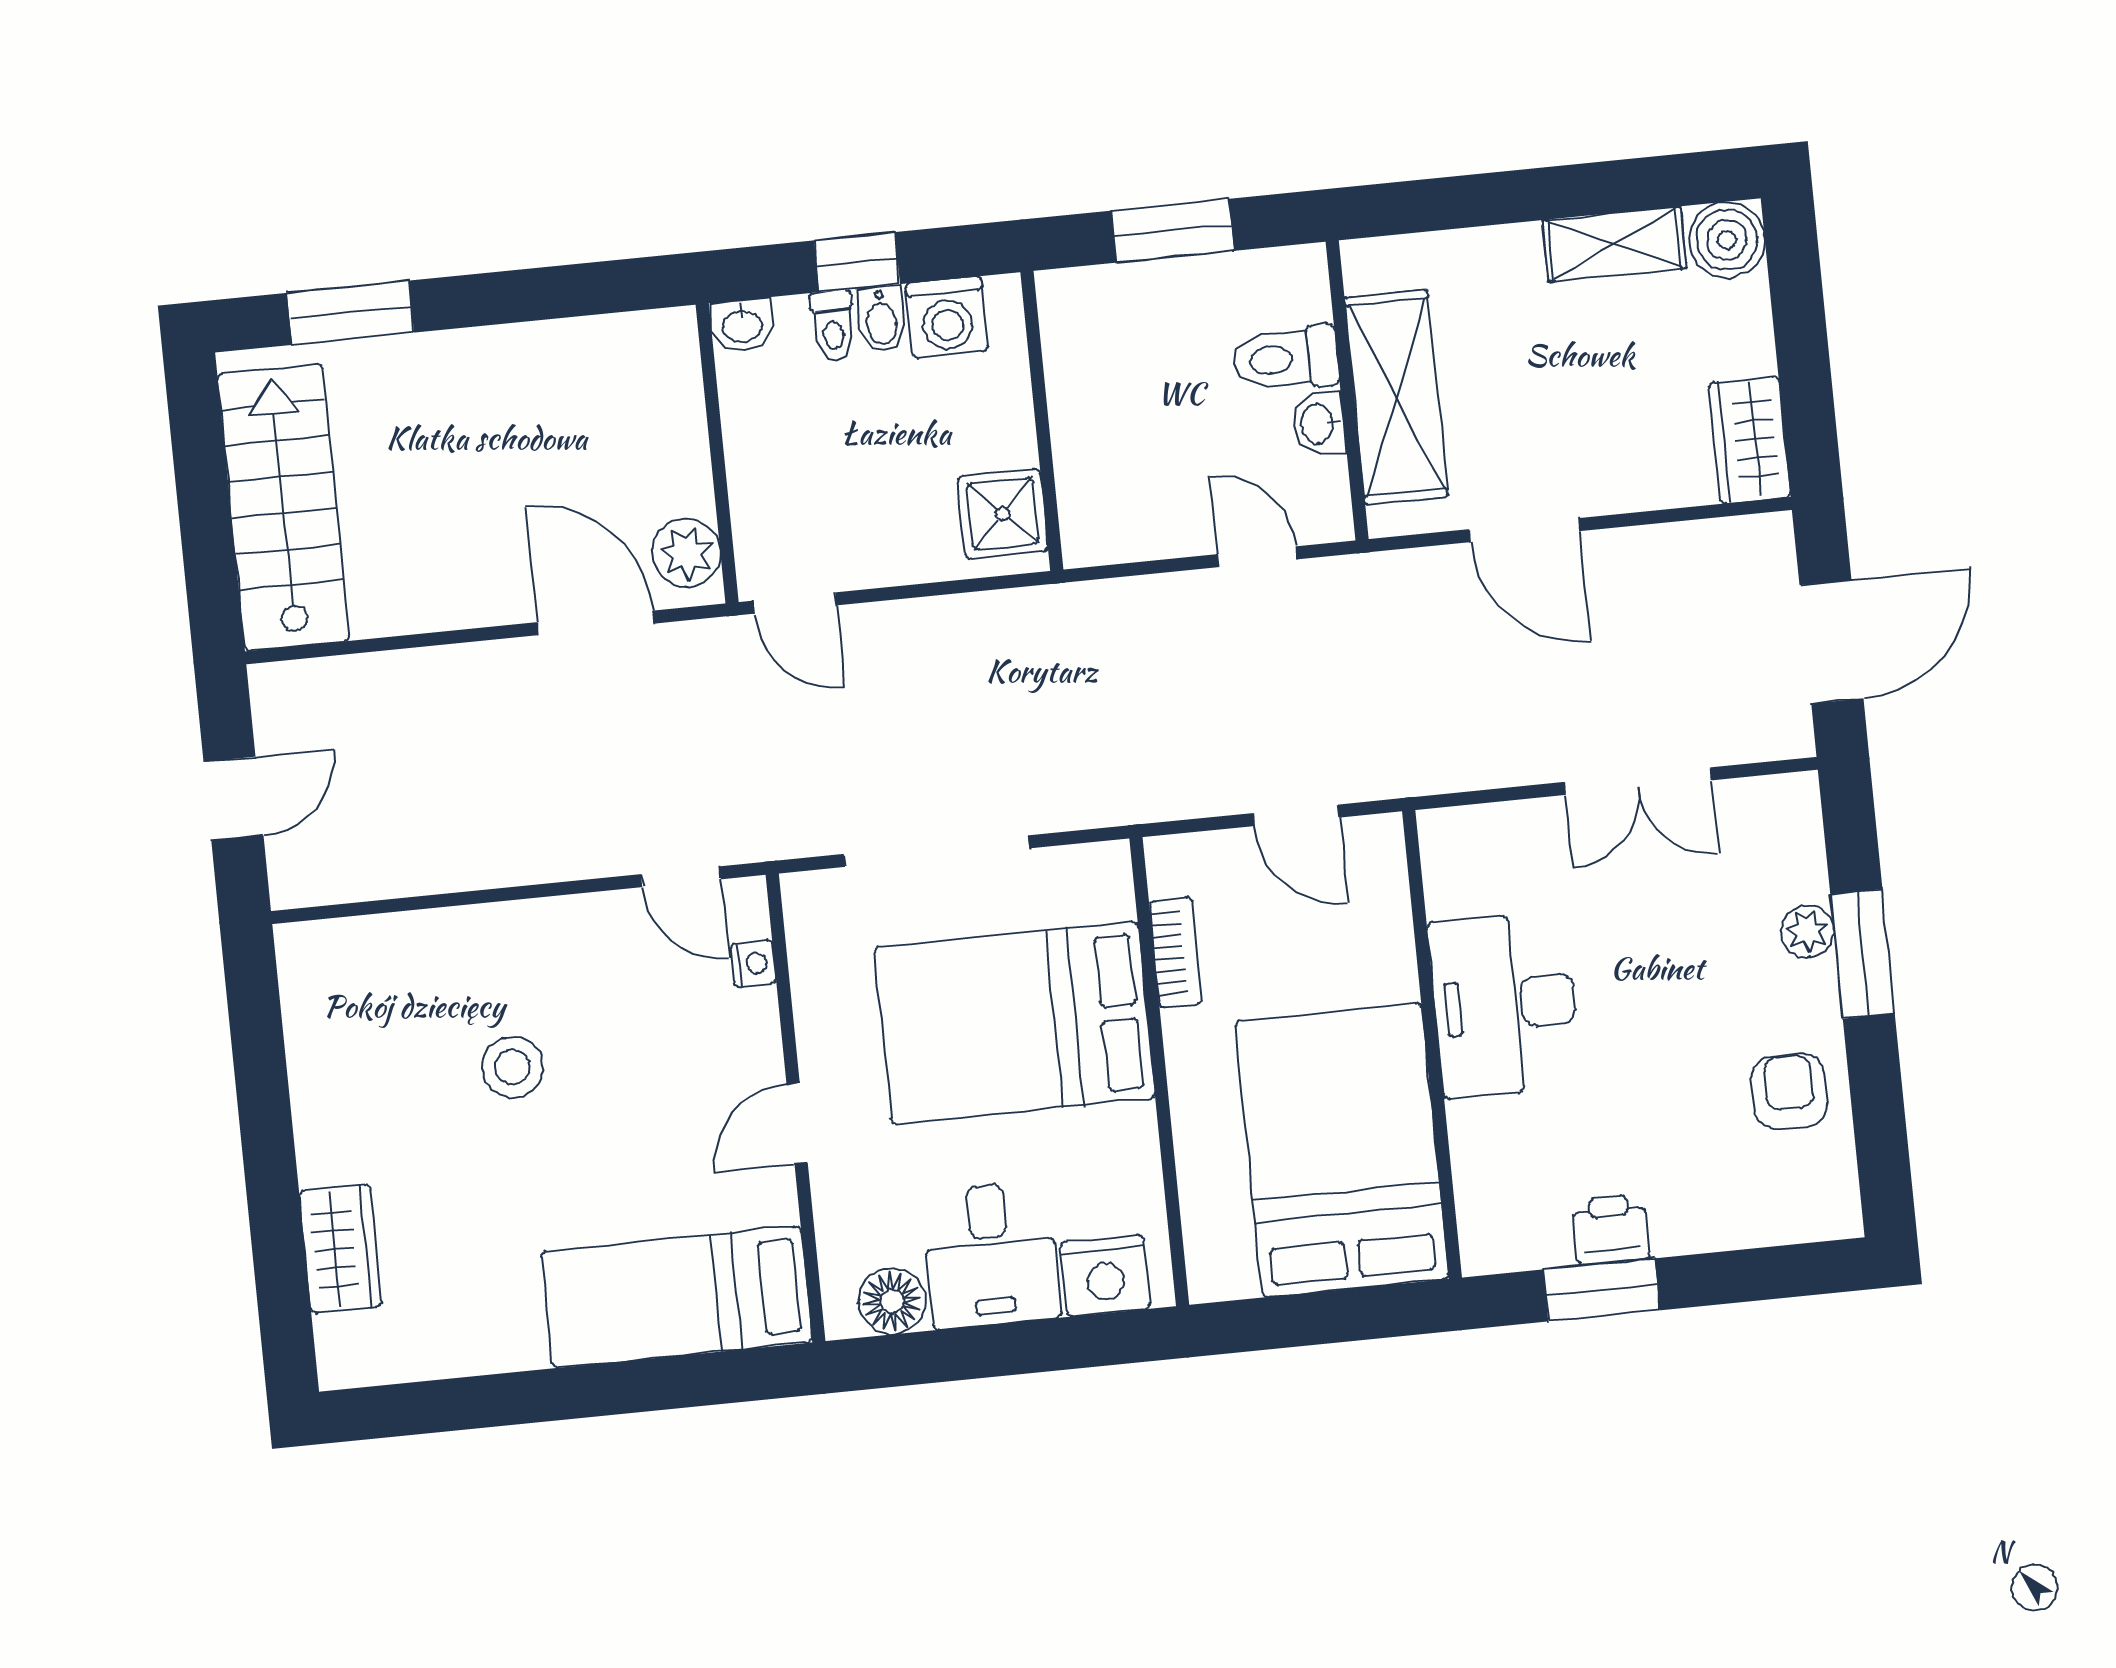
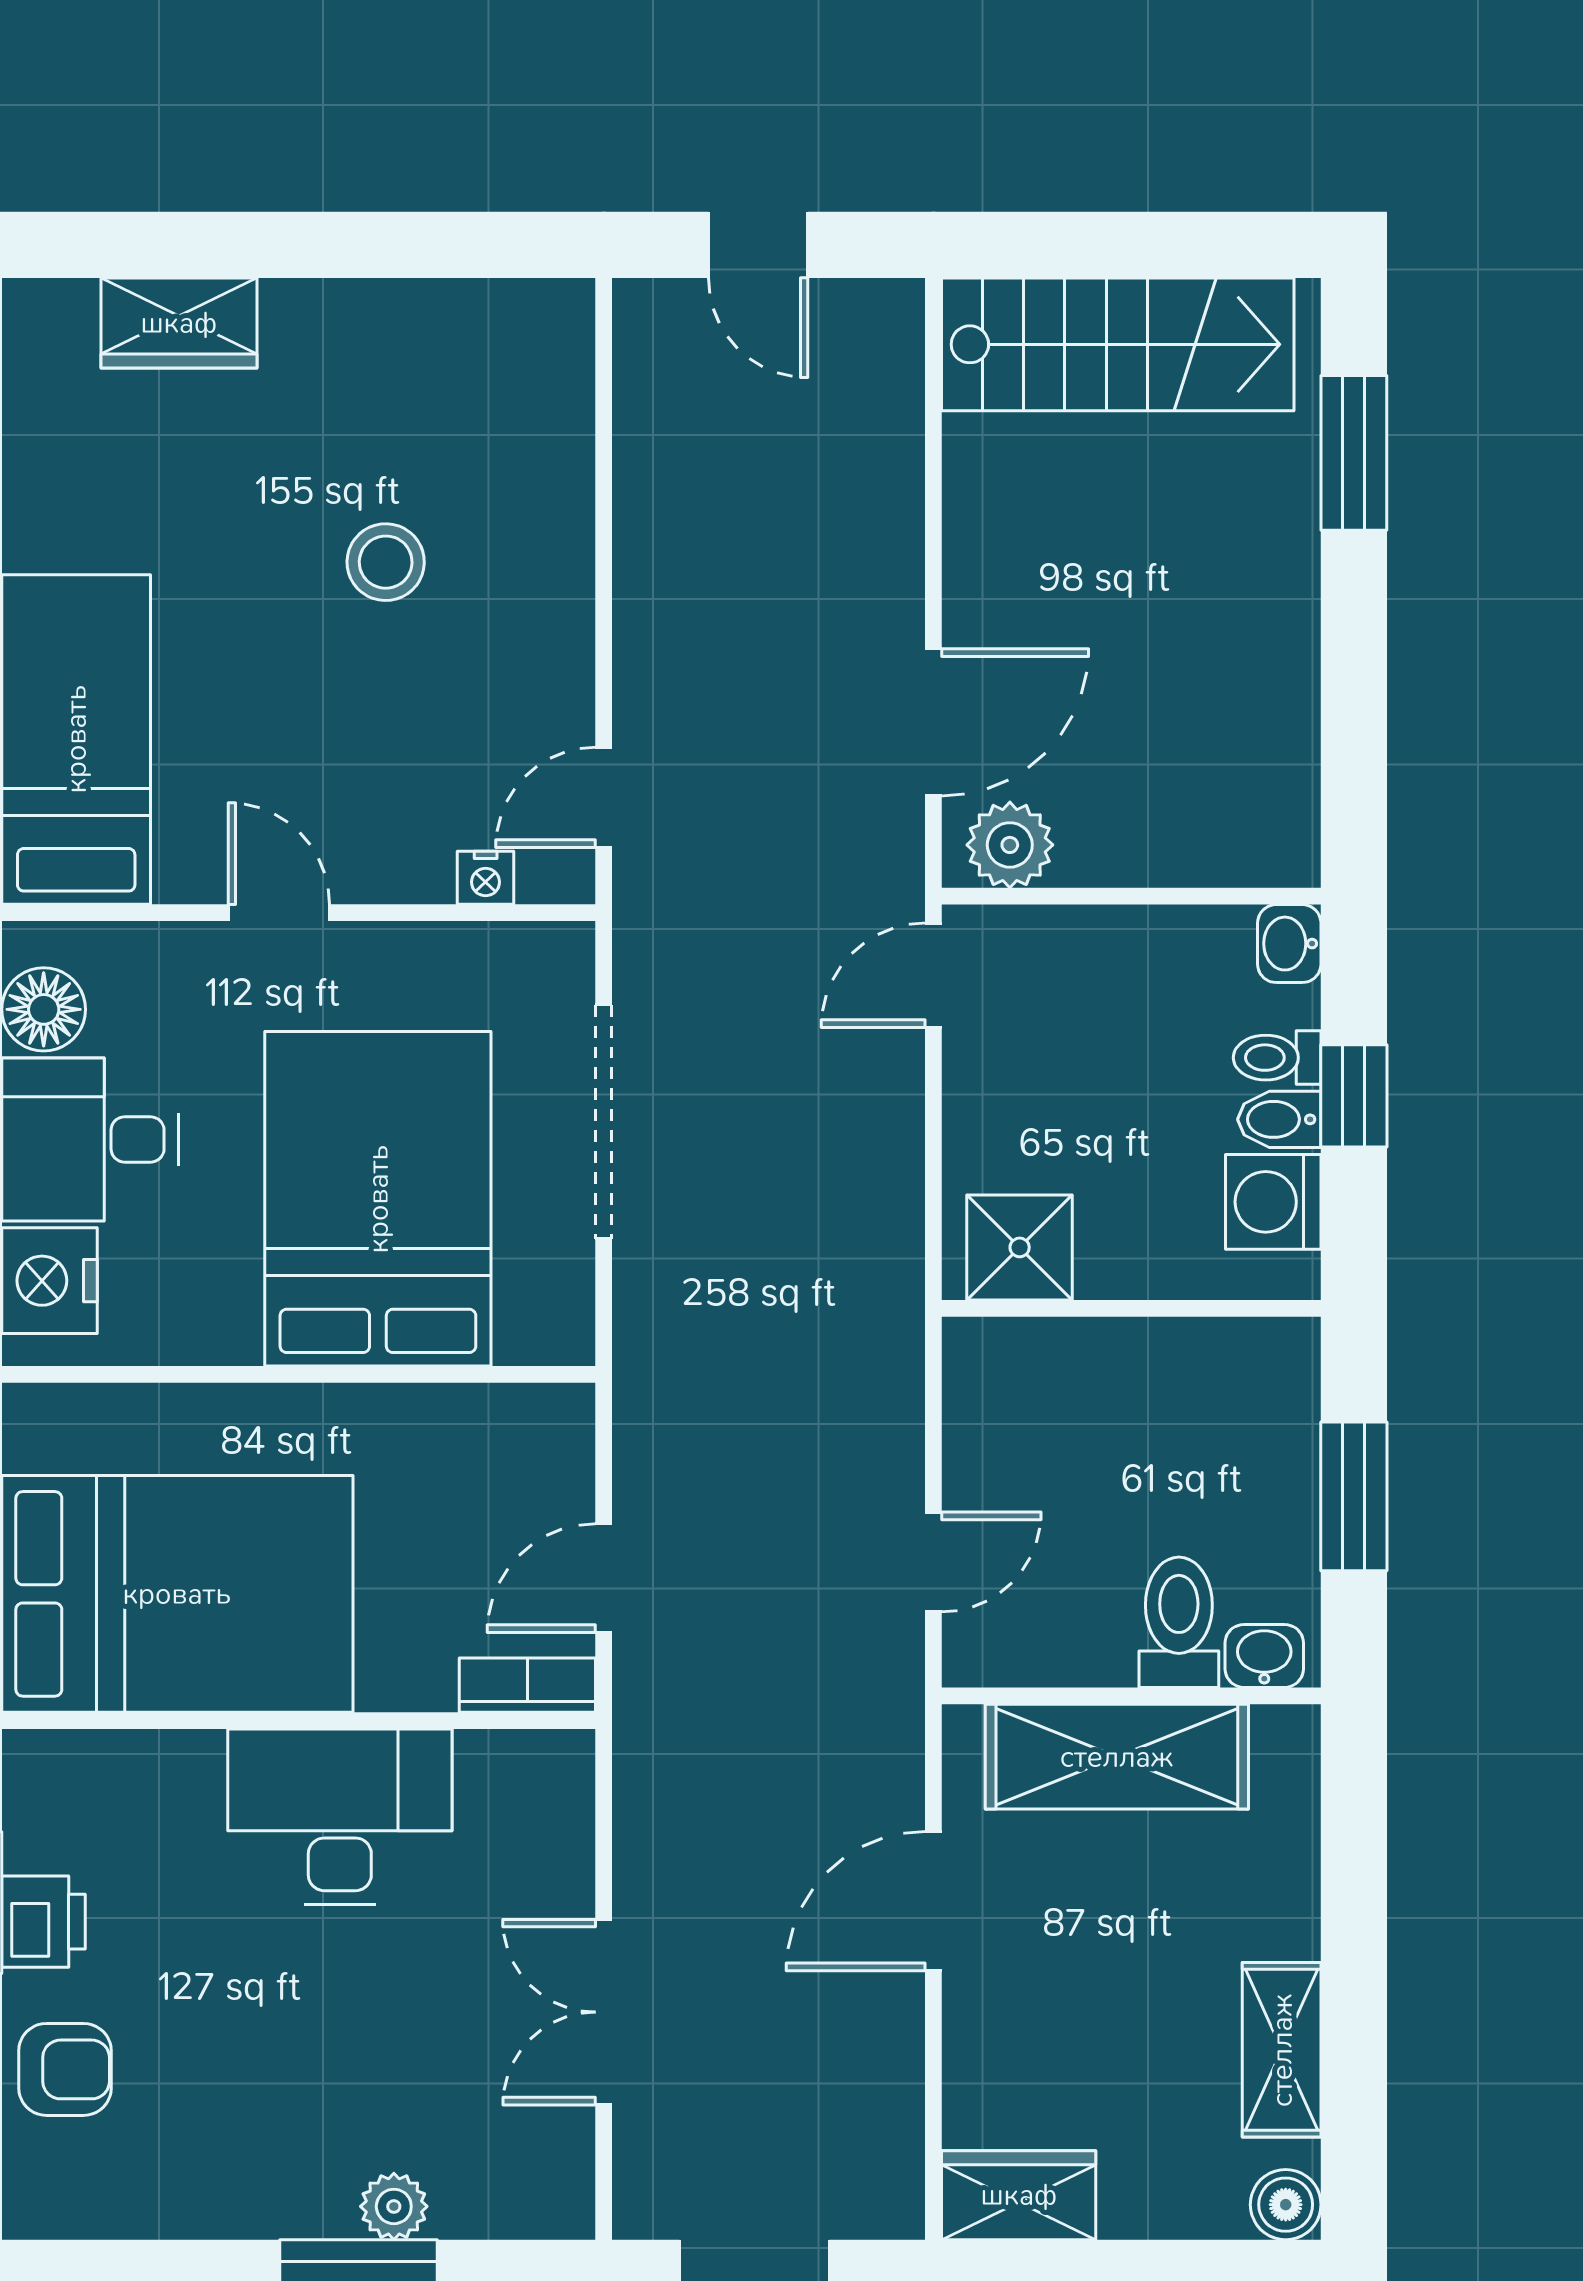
boiler: (1727, 240) -> (1286, 2205), width x0.73, depth x0.73
washbasin: (1319, 423) -> (1264, 1656), moved
bookcase: (1176, 952) -> (527, 1685), moved, turned 180
armchair: (1789, 1091) -> (65, 2069), moved

